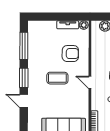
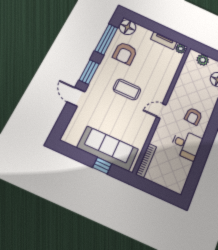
floor lamp: (35, 28) -> (127, 27), added
armchair: (70, 54) -> (125, 53), moved, turned 90
door: (90, 82) -> (161, 111), hinge flipped

